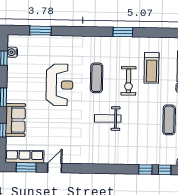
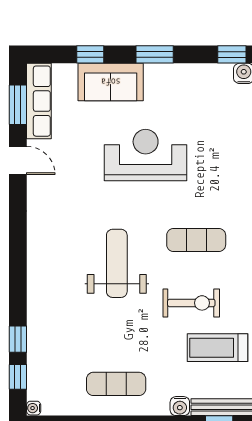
exercise bike: (129, 81) -> (191, 303), turned 180
reception desk: (59, 85) -> (146, 155), moved, turned 180
weight bench: (108, 118) -> (117, 263), width x1.36, depth x1.33

